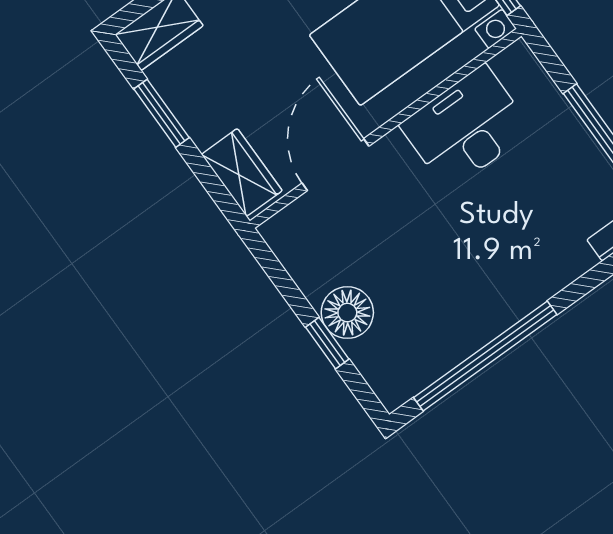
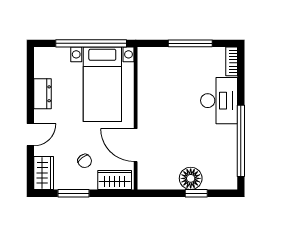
chair: (237, 91) -> (85, 161), added
desk: (466, 128) -> (219, 101), moved, turned 180

